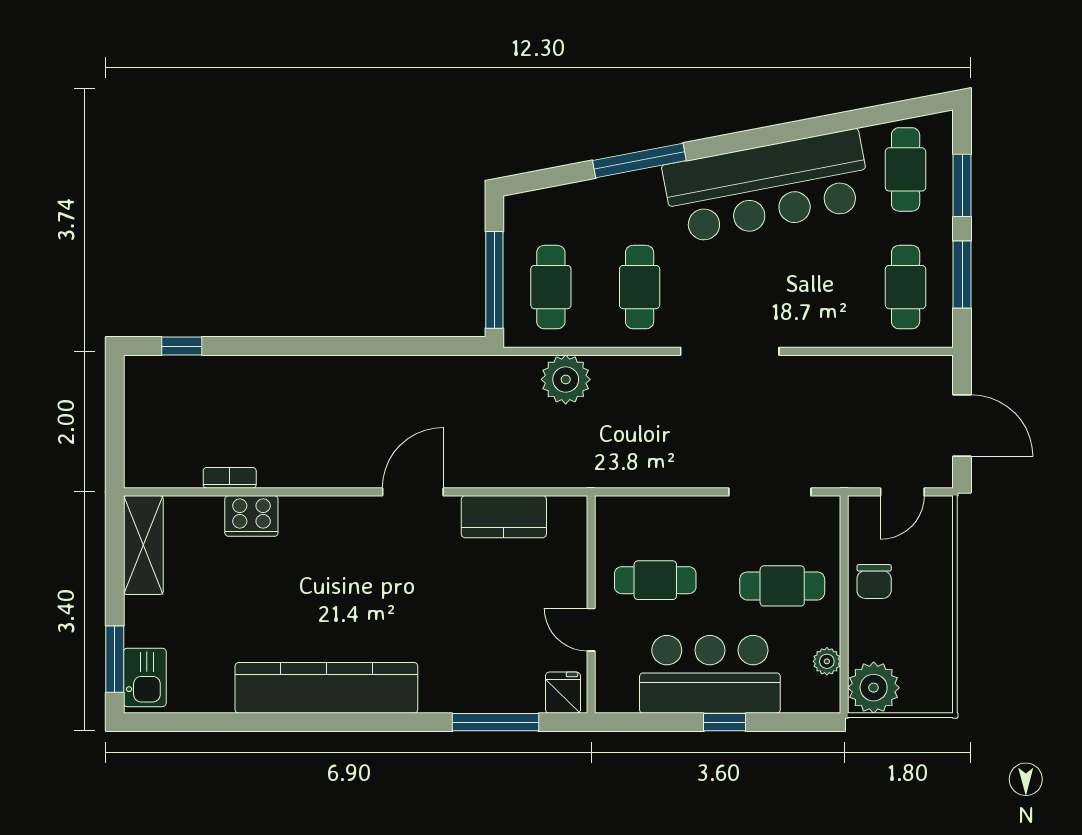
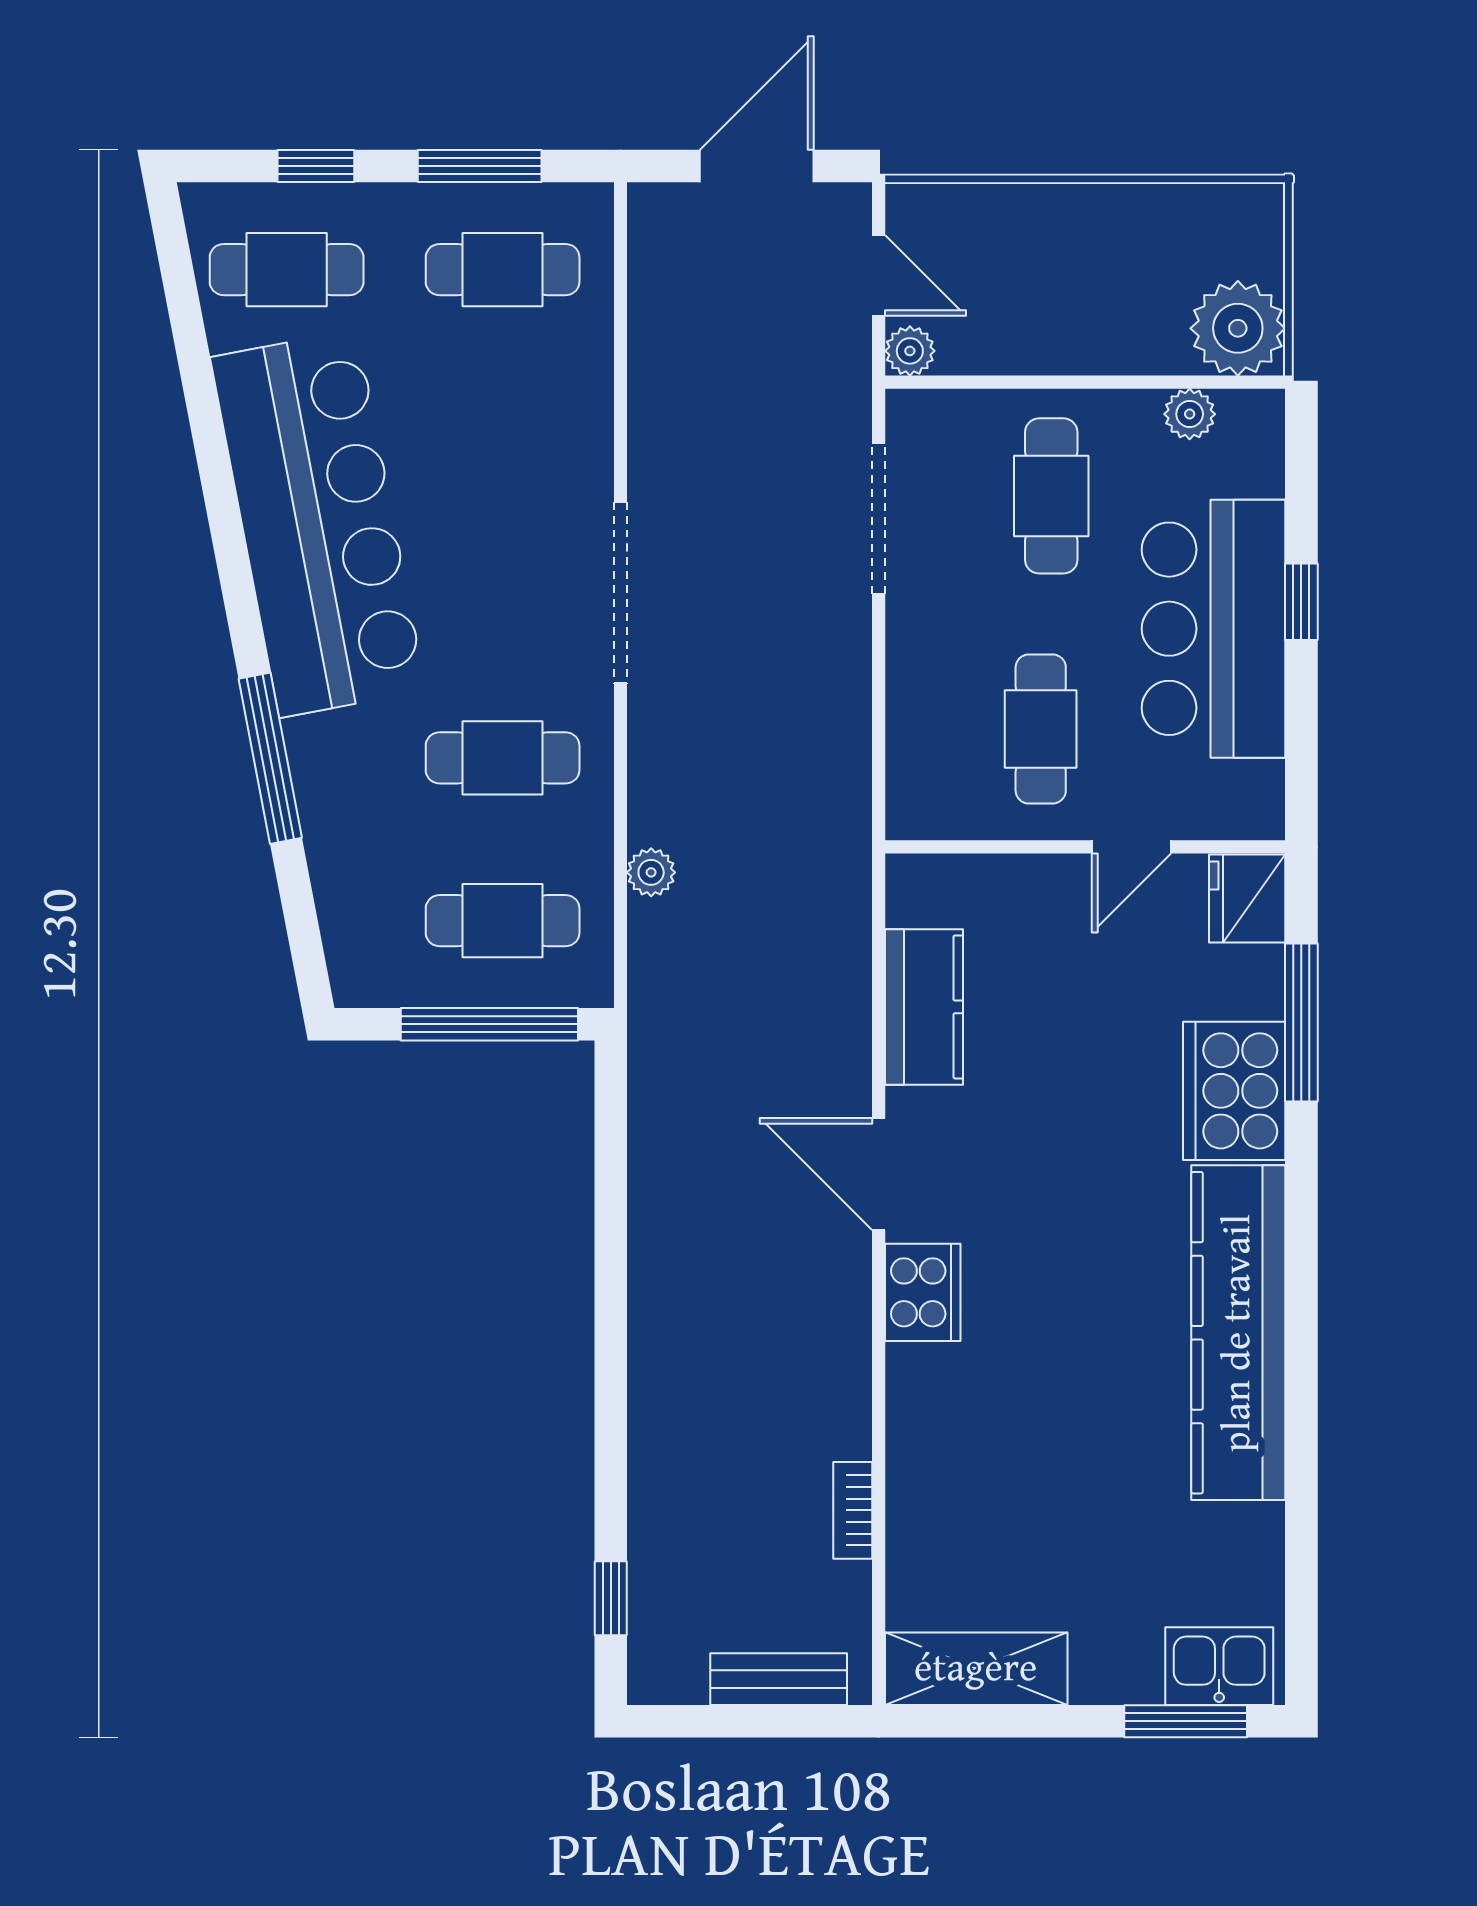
window: (962, 185) -> (316, 166), width x0.67
plant: (566, 379) -> (651, 872), width x0.53, depth x0.53
bench: (138, 437) -> (779, 1679), added
plant: (861, 509) -> (910, 351), added
cooker: (251, 516) -> (923, 1292), moved
chair: (874, 581) -> (1043, 327), removed
cooker: (458, 686) -> (1234, 1091), added
fridge: (563, 693) -> (1247, 898), width x1.38

